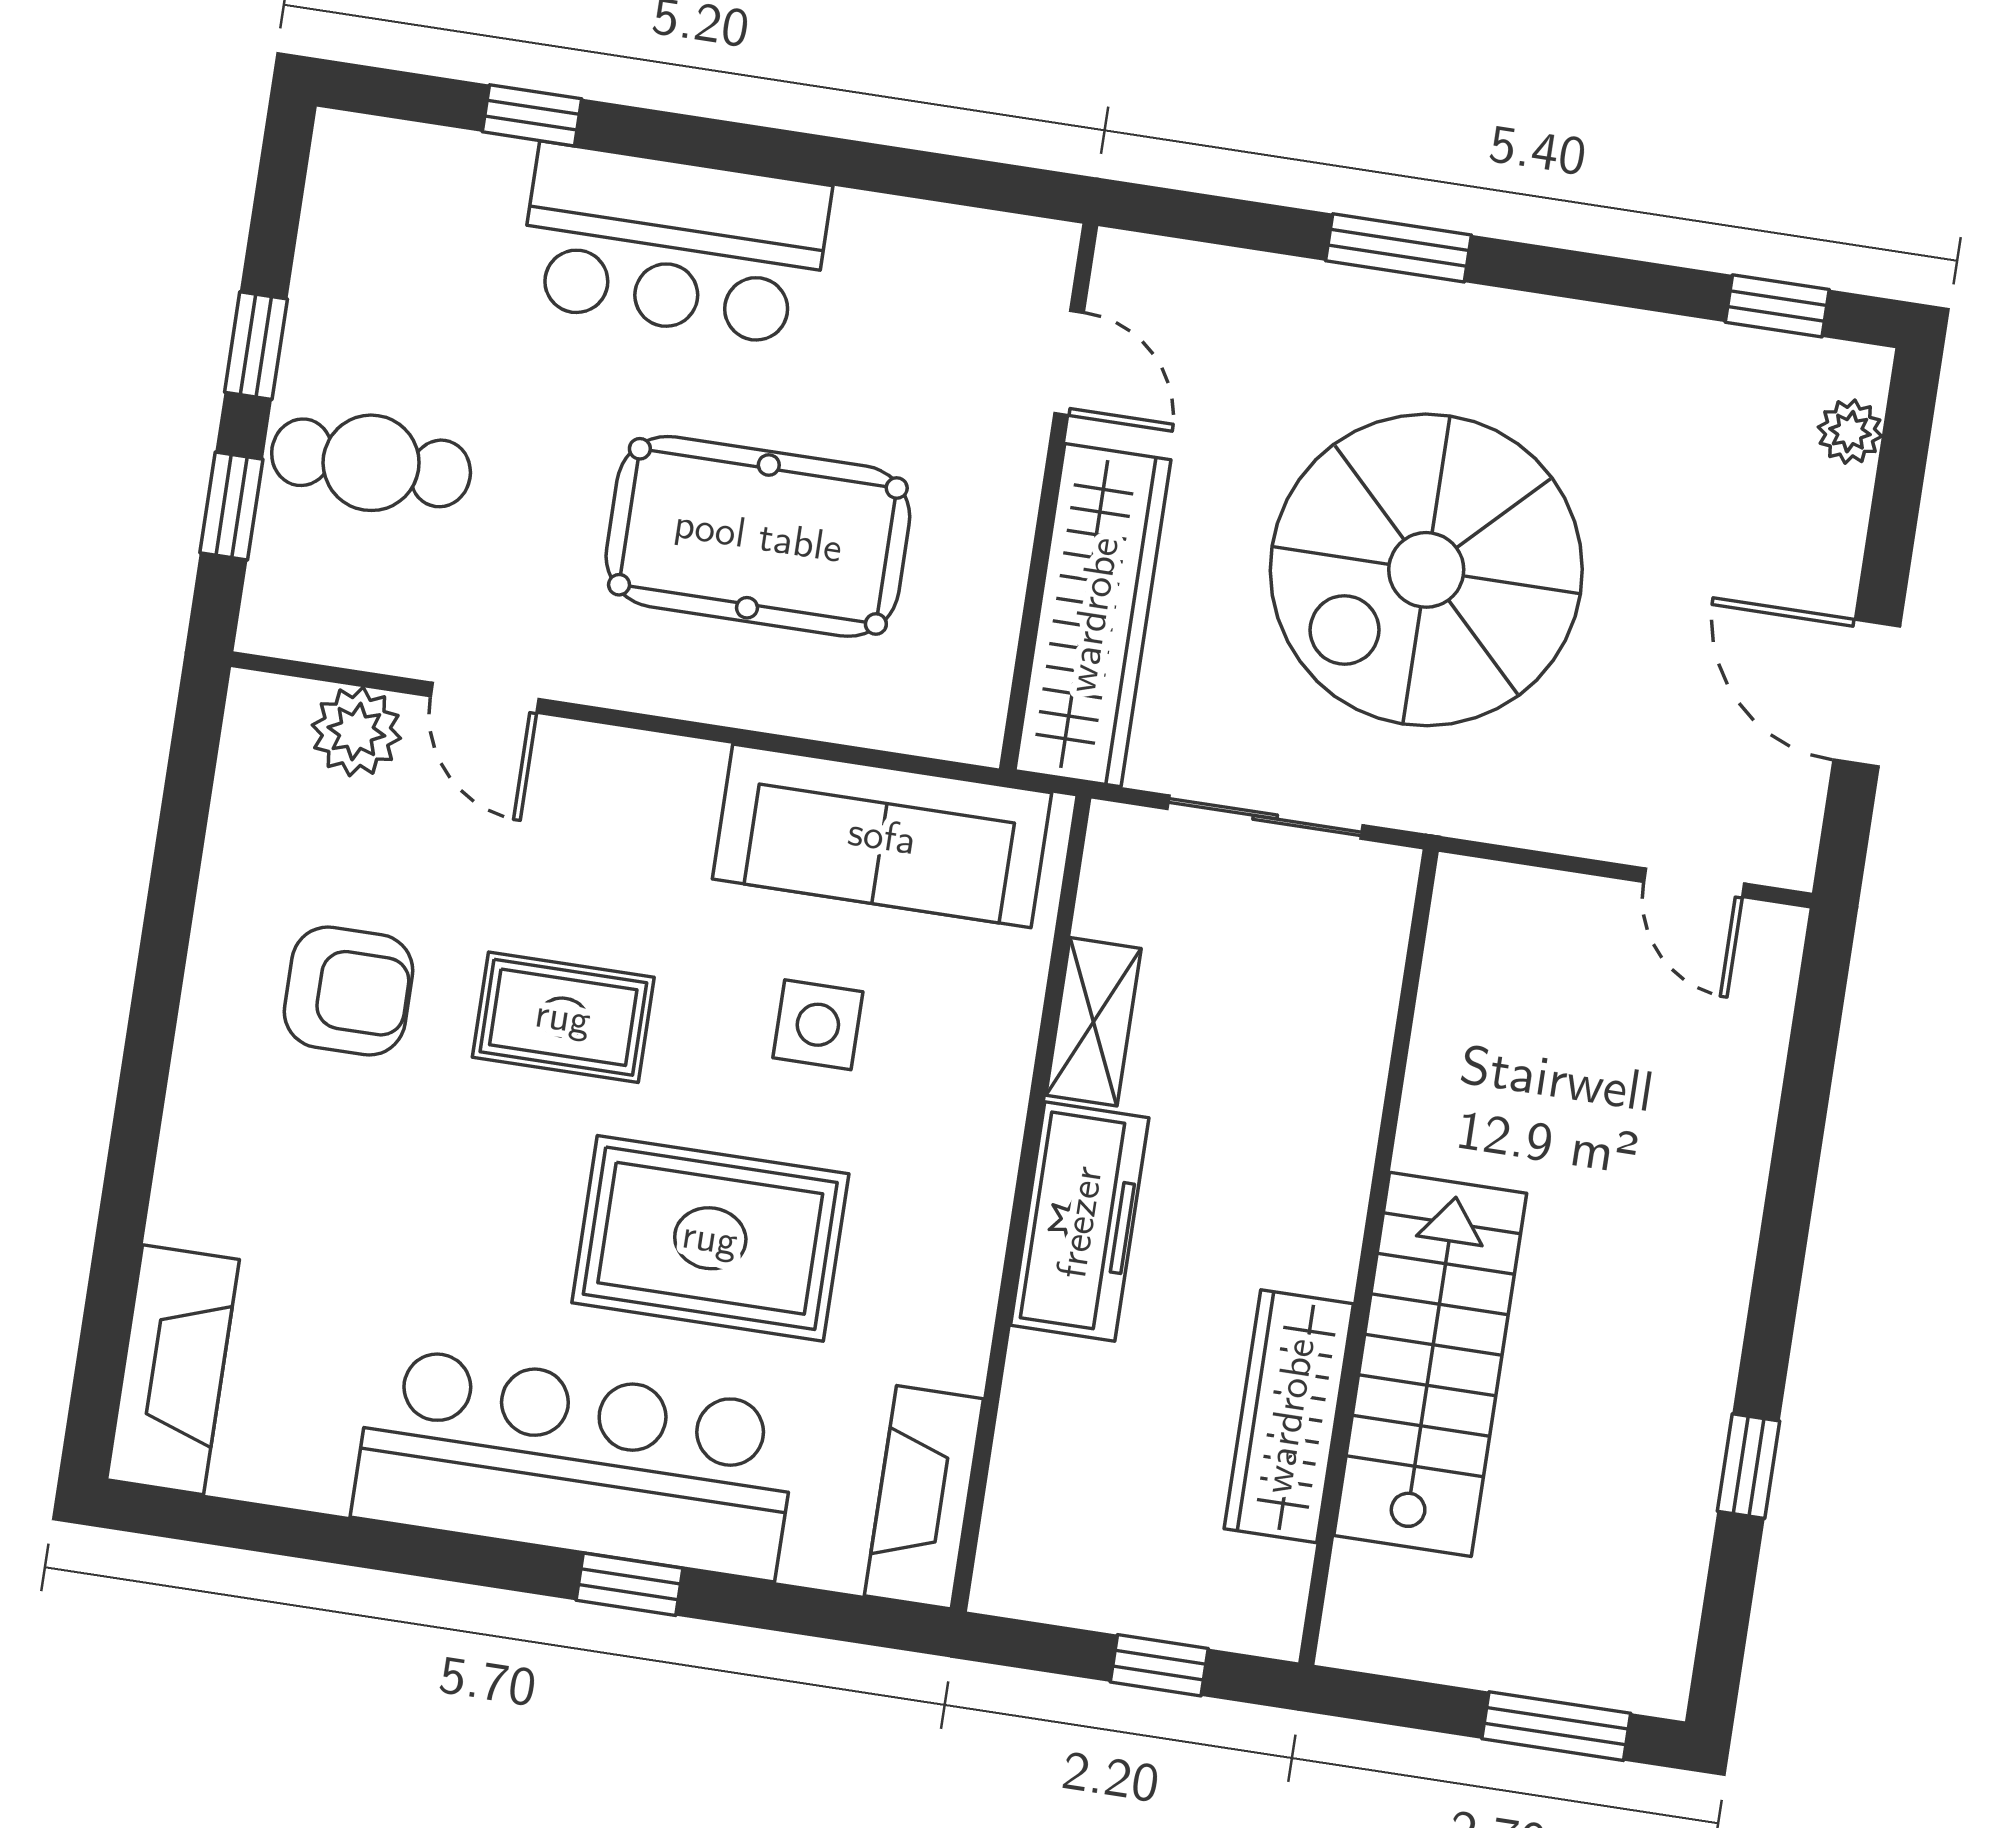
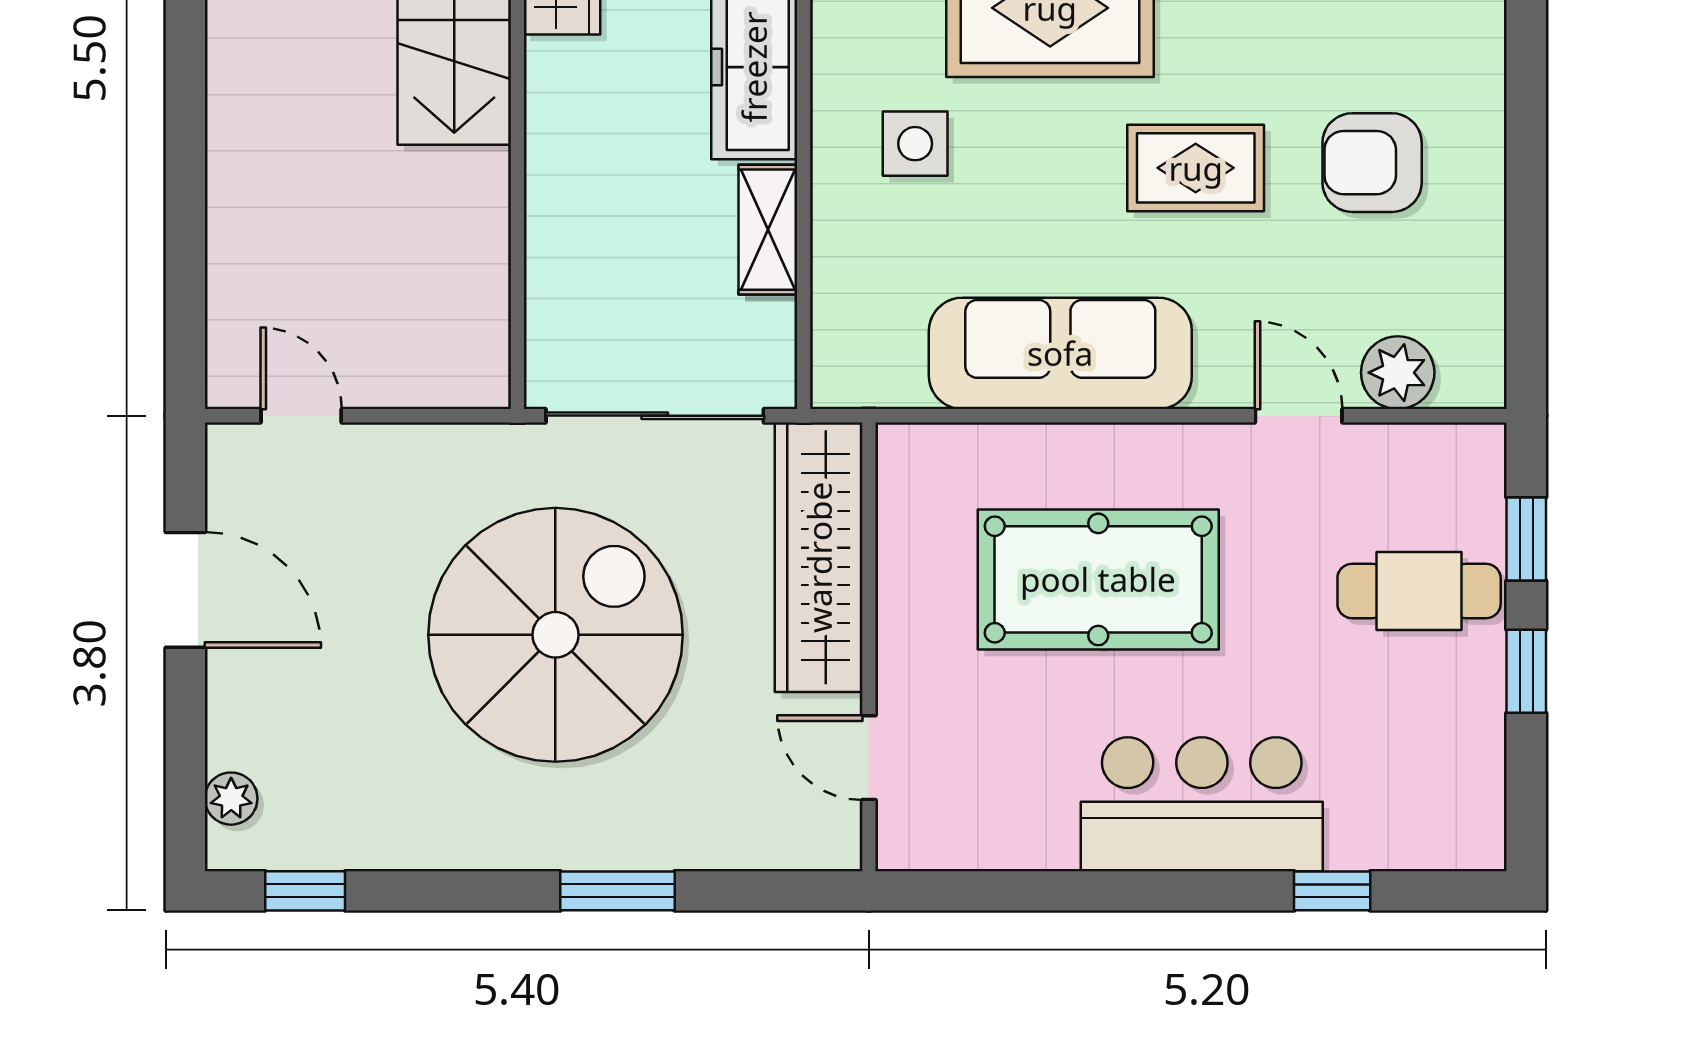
sliding door: (1265, 817) -> (655, 416), width x1.37
sofa: (882, 836) -> (1060, 353), moved
side table: (818, 1025) -> (915, 144), moved

